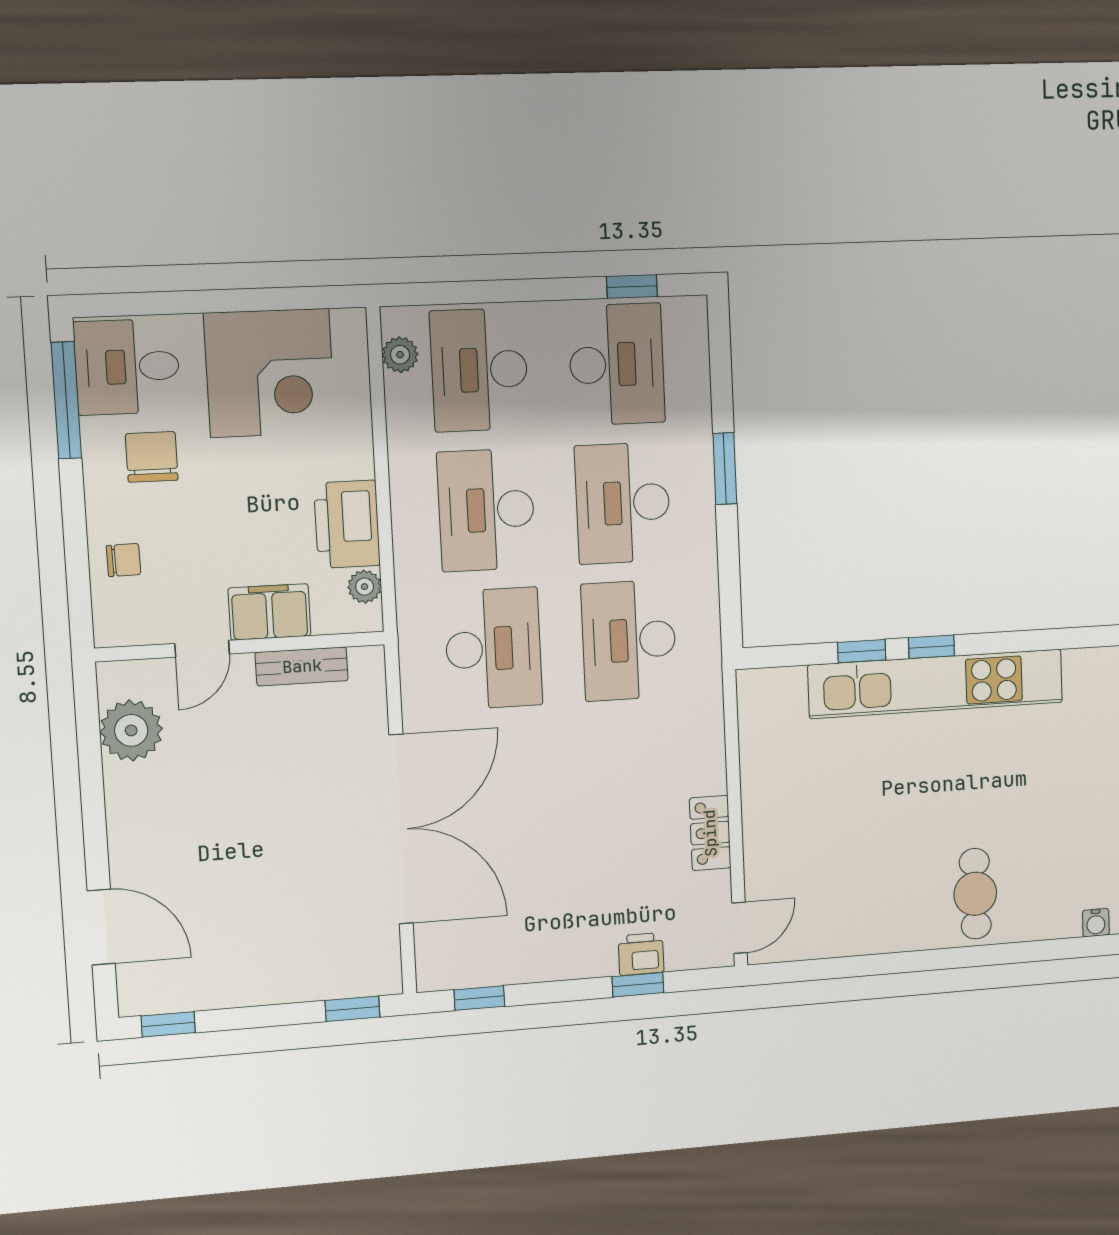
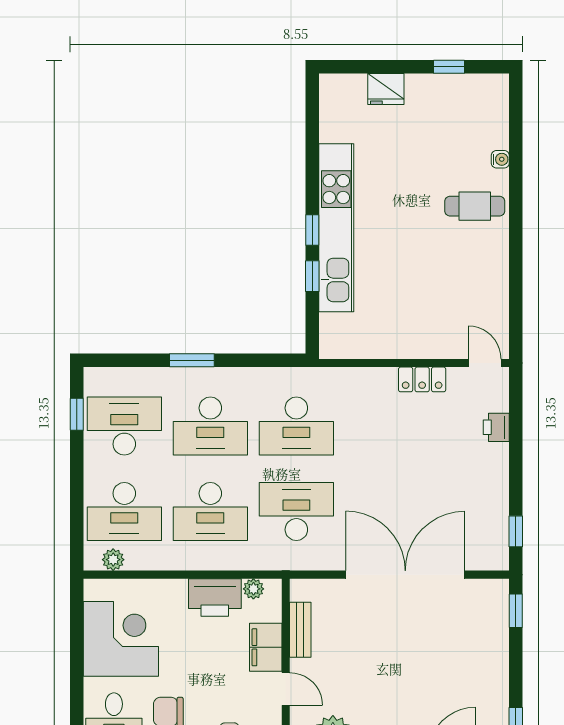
water cooler: (1096, 923) -> (500, 159), moved
window: (638, 985) -> (516, 430), removed

